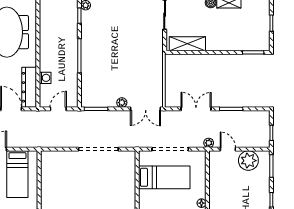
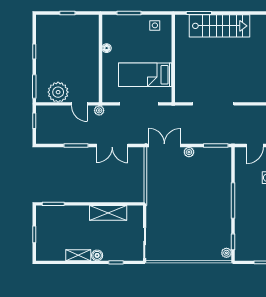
shelving: (187, 44) -> (108, 213), moved

